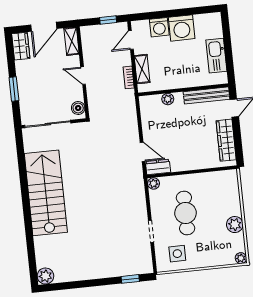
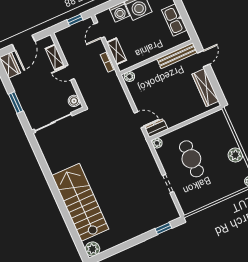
shelving: (72, 41) -> (55, 57), moved
plant: (168, 99) -> (129, 76), moved
stairs: (46, 193) -> (80, 202), moved
side table: (177, 254) -> (196, 195), removed

